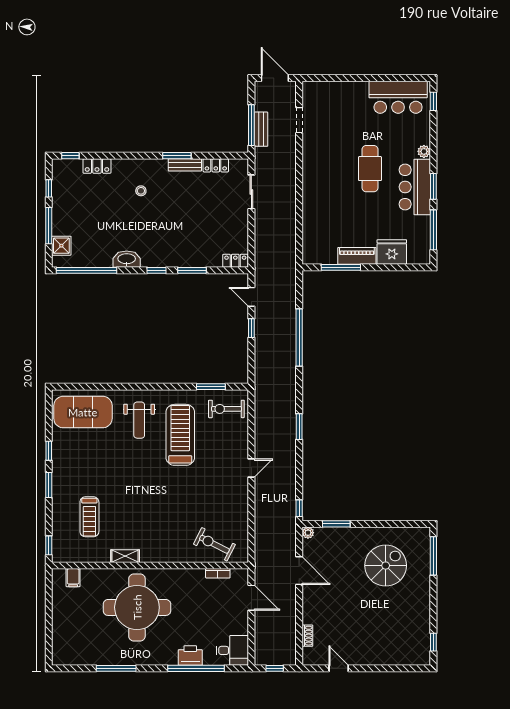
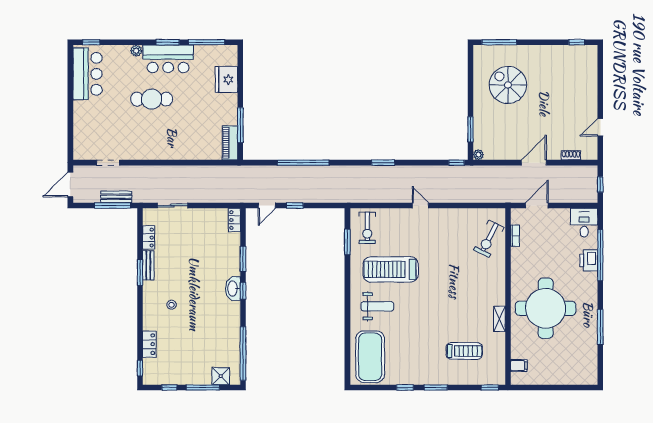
piano: (357, 256) -> (230, 143), moved
washbasin: (127, 259) -> (233, 289), moved
door: (299, 571) -> (534, 163), moved

